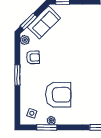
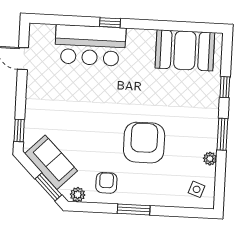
armchair: (58, 95) -> (144, 143), moved
window: (47, 127) -> (222, 134), moved

